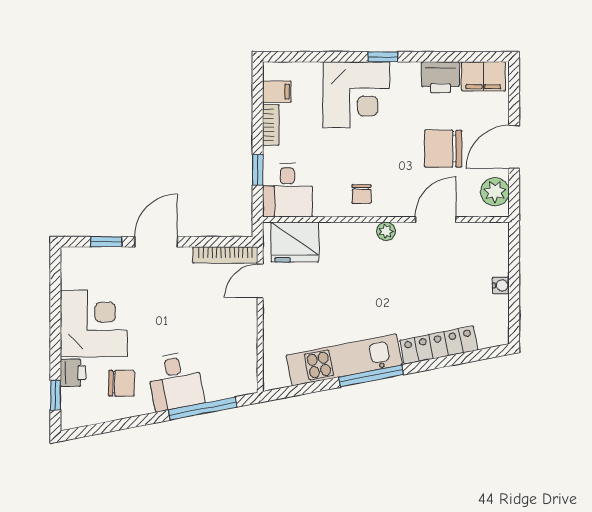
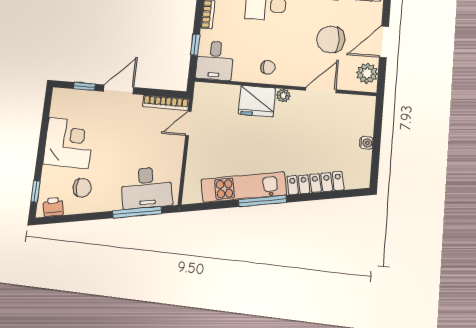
chair: (361, 194) -> (268, 67), turned -90
fridge: (295, 242) -> (257, 101), moved
printer: (73, 373) -> (53, 207), moved, turned -101
desk: (175, 381) -> (147, 188), moved, width x1.37

